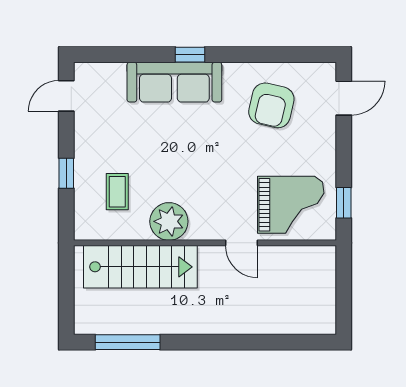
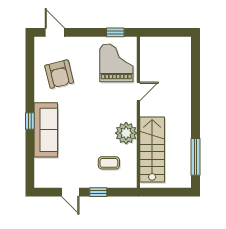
door: (66, 96) -> (70, 192), moved
armchair: (271, 105) -> (59, 74), turned 63

